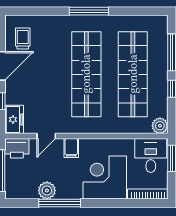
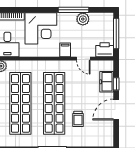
trolley: (23, 38) -> (78, 119), moved
freezer: (14, 119) -> (107, 82), moved
door: (46, 136) -> (83, 59), swing flipped

